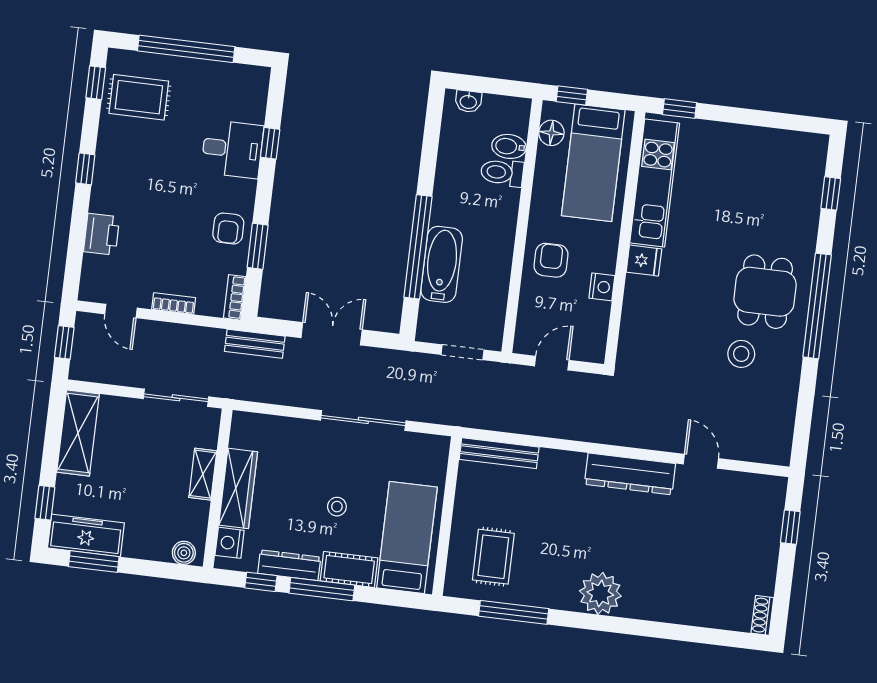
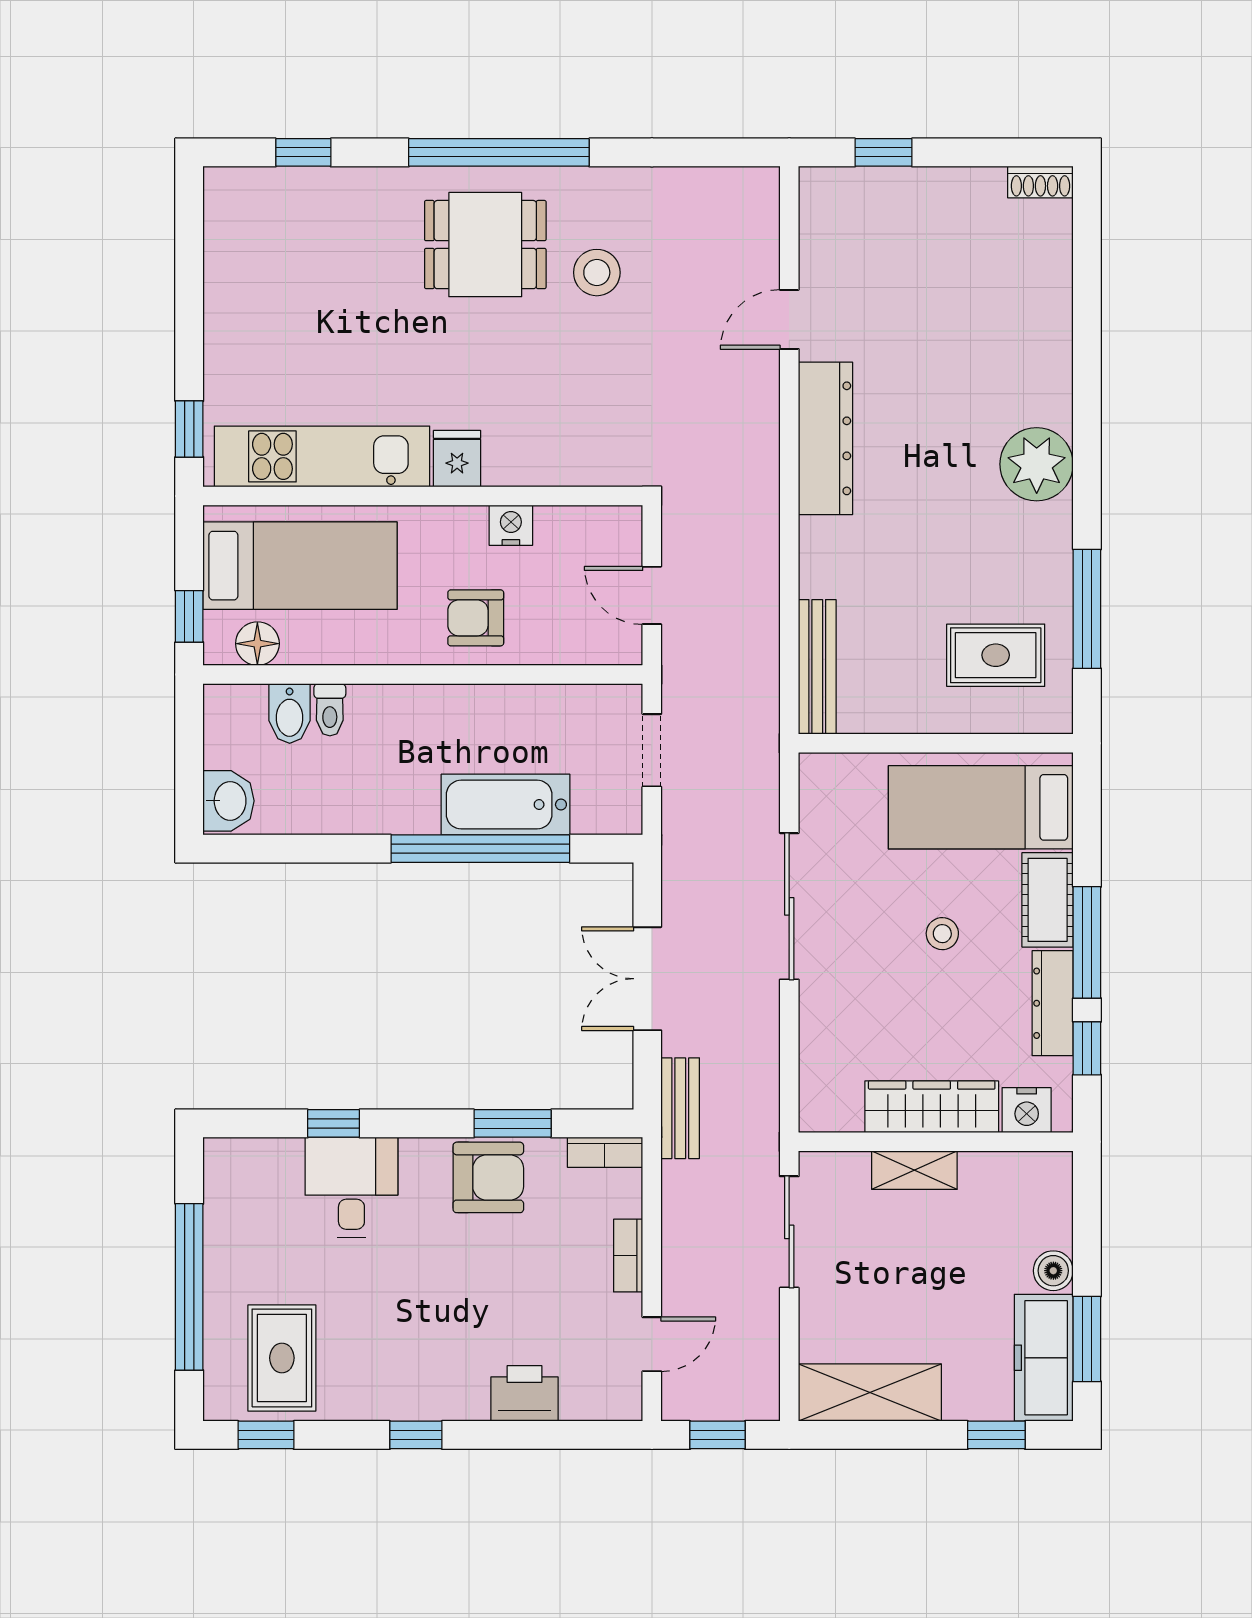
washbasin: (468, 101) -> (229, 801), width x1.38, depth x1.45
toilet: (502, 173) -> (330, 710), width x0.73, depth x0.72
armchair: (228, 228) -> (488, 1177), width x1.38, depth x1.38
boiler: (184, 553) -> (1053, 1271), moved

